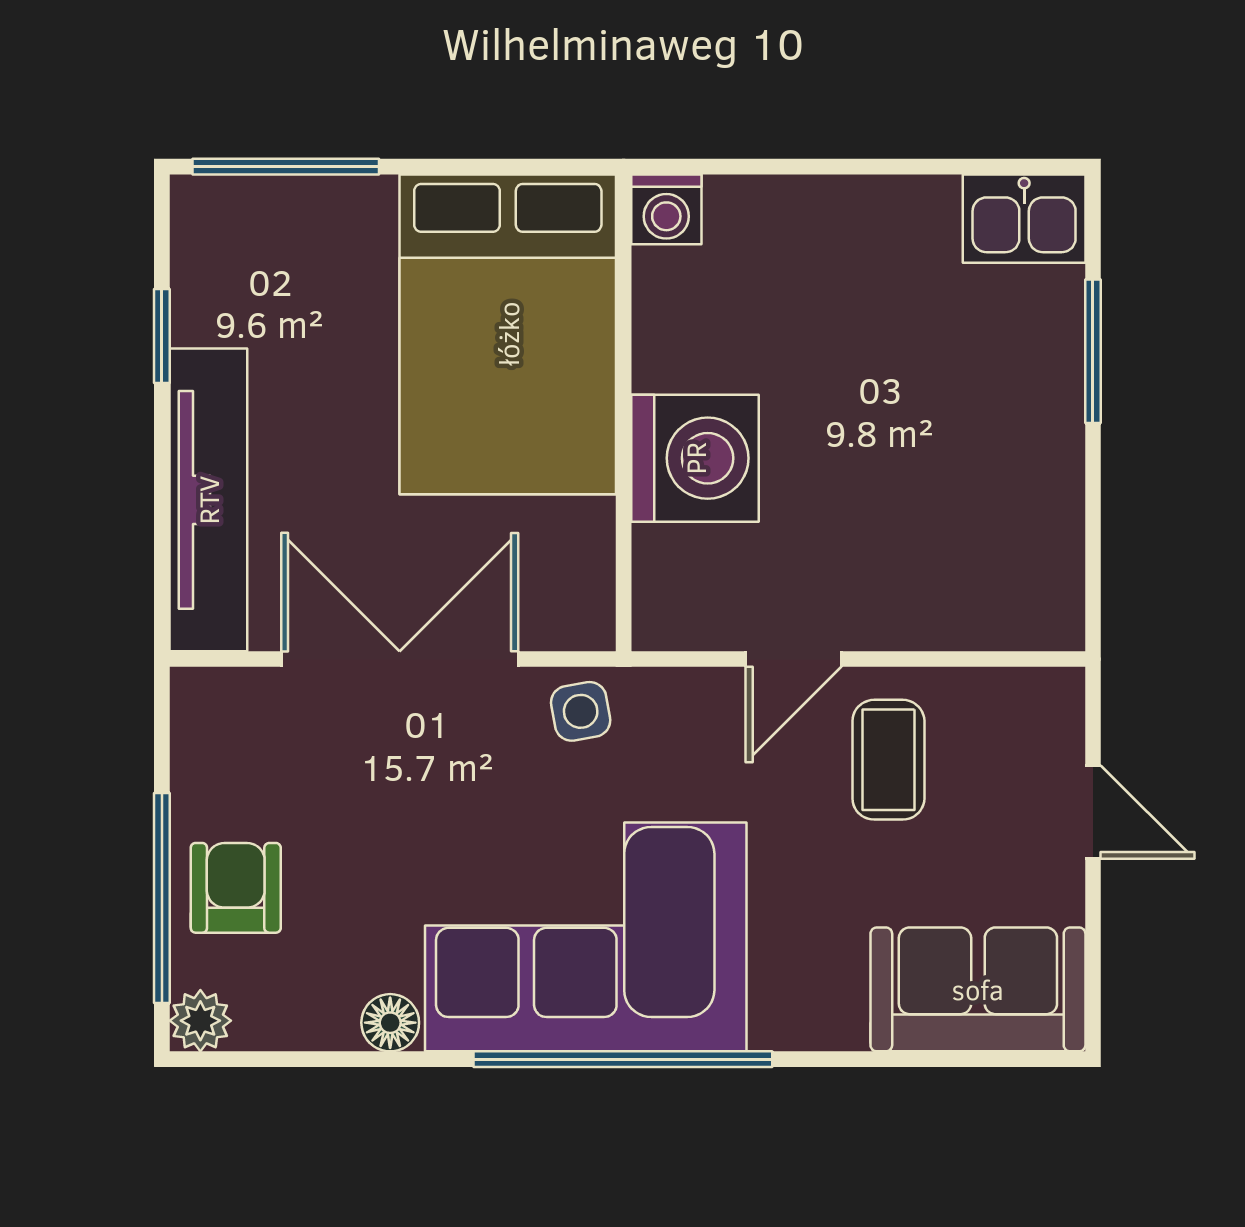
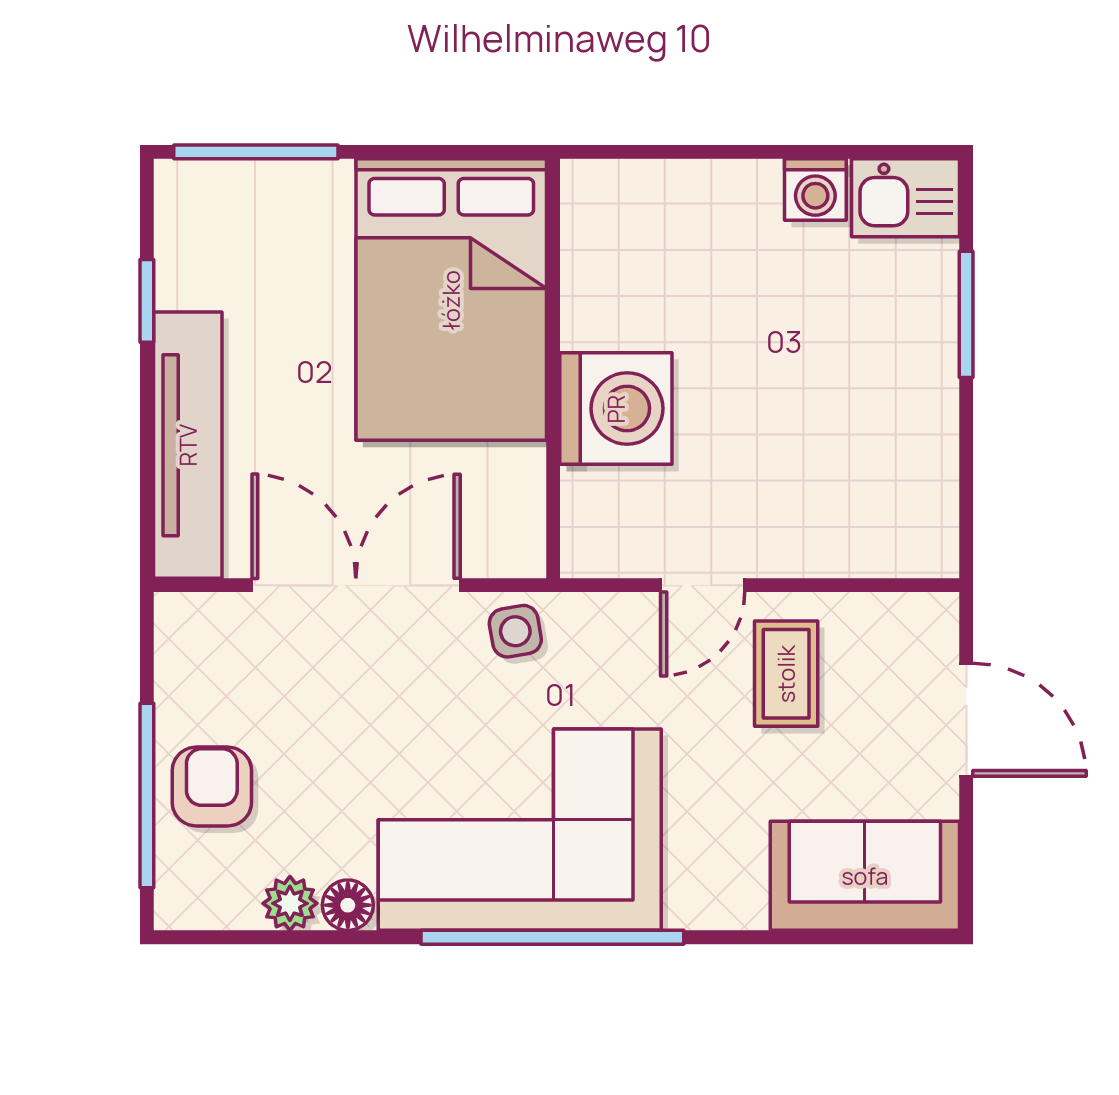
washing machine: (666, 209) -> (815, 190), moved
door: (1093, 812) -> (966, 720), width x1.38
plant: (200, 1021) -> (290, 903), moved

